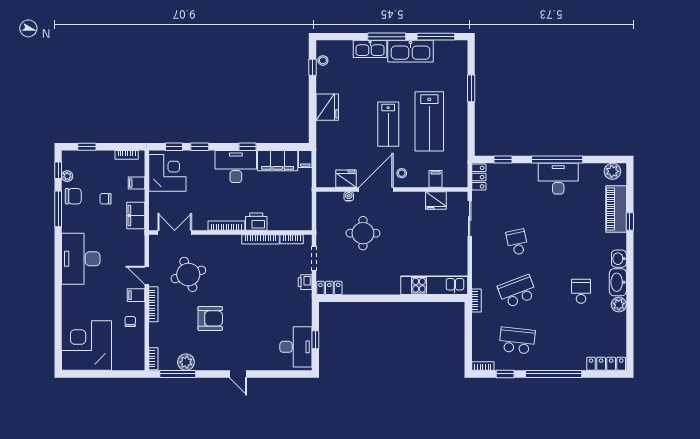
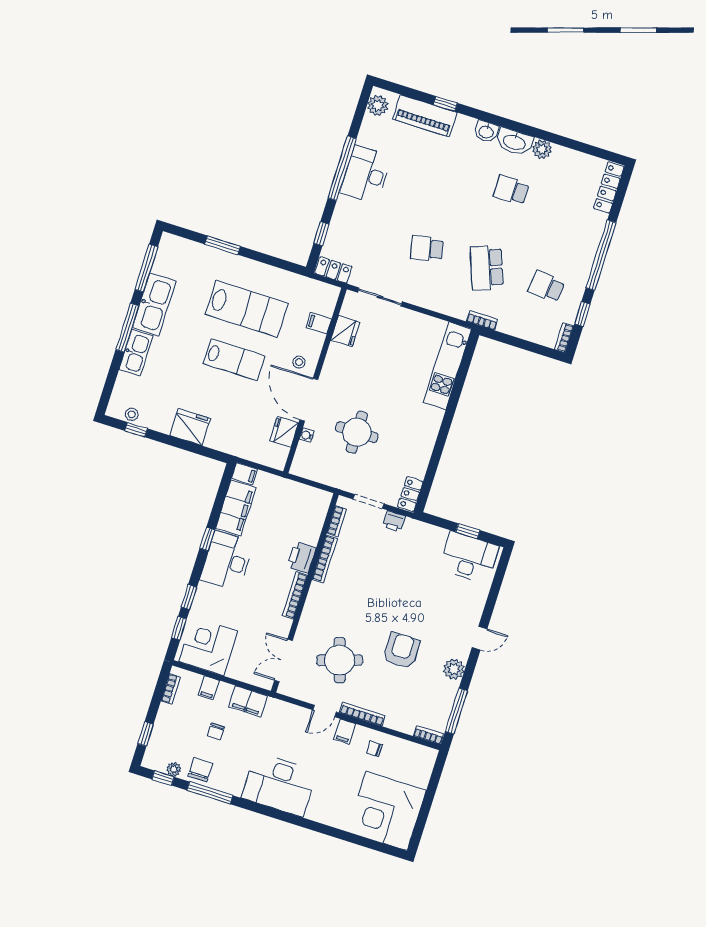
school desk: (517, 341) -> (546, 287), width x0.54
plant: (186, 362) -> (454, 669), moved

